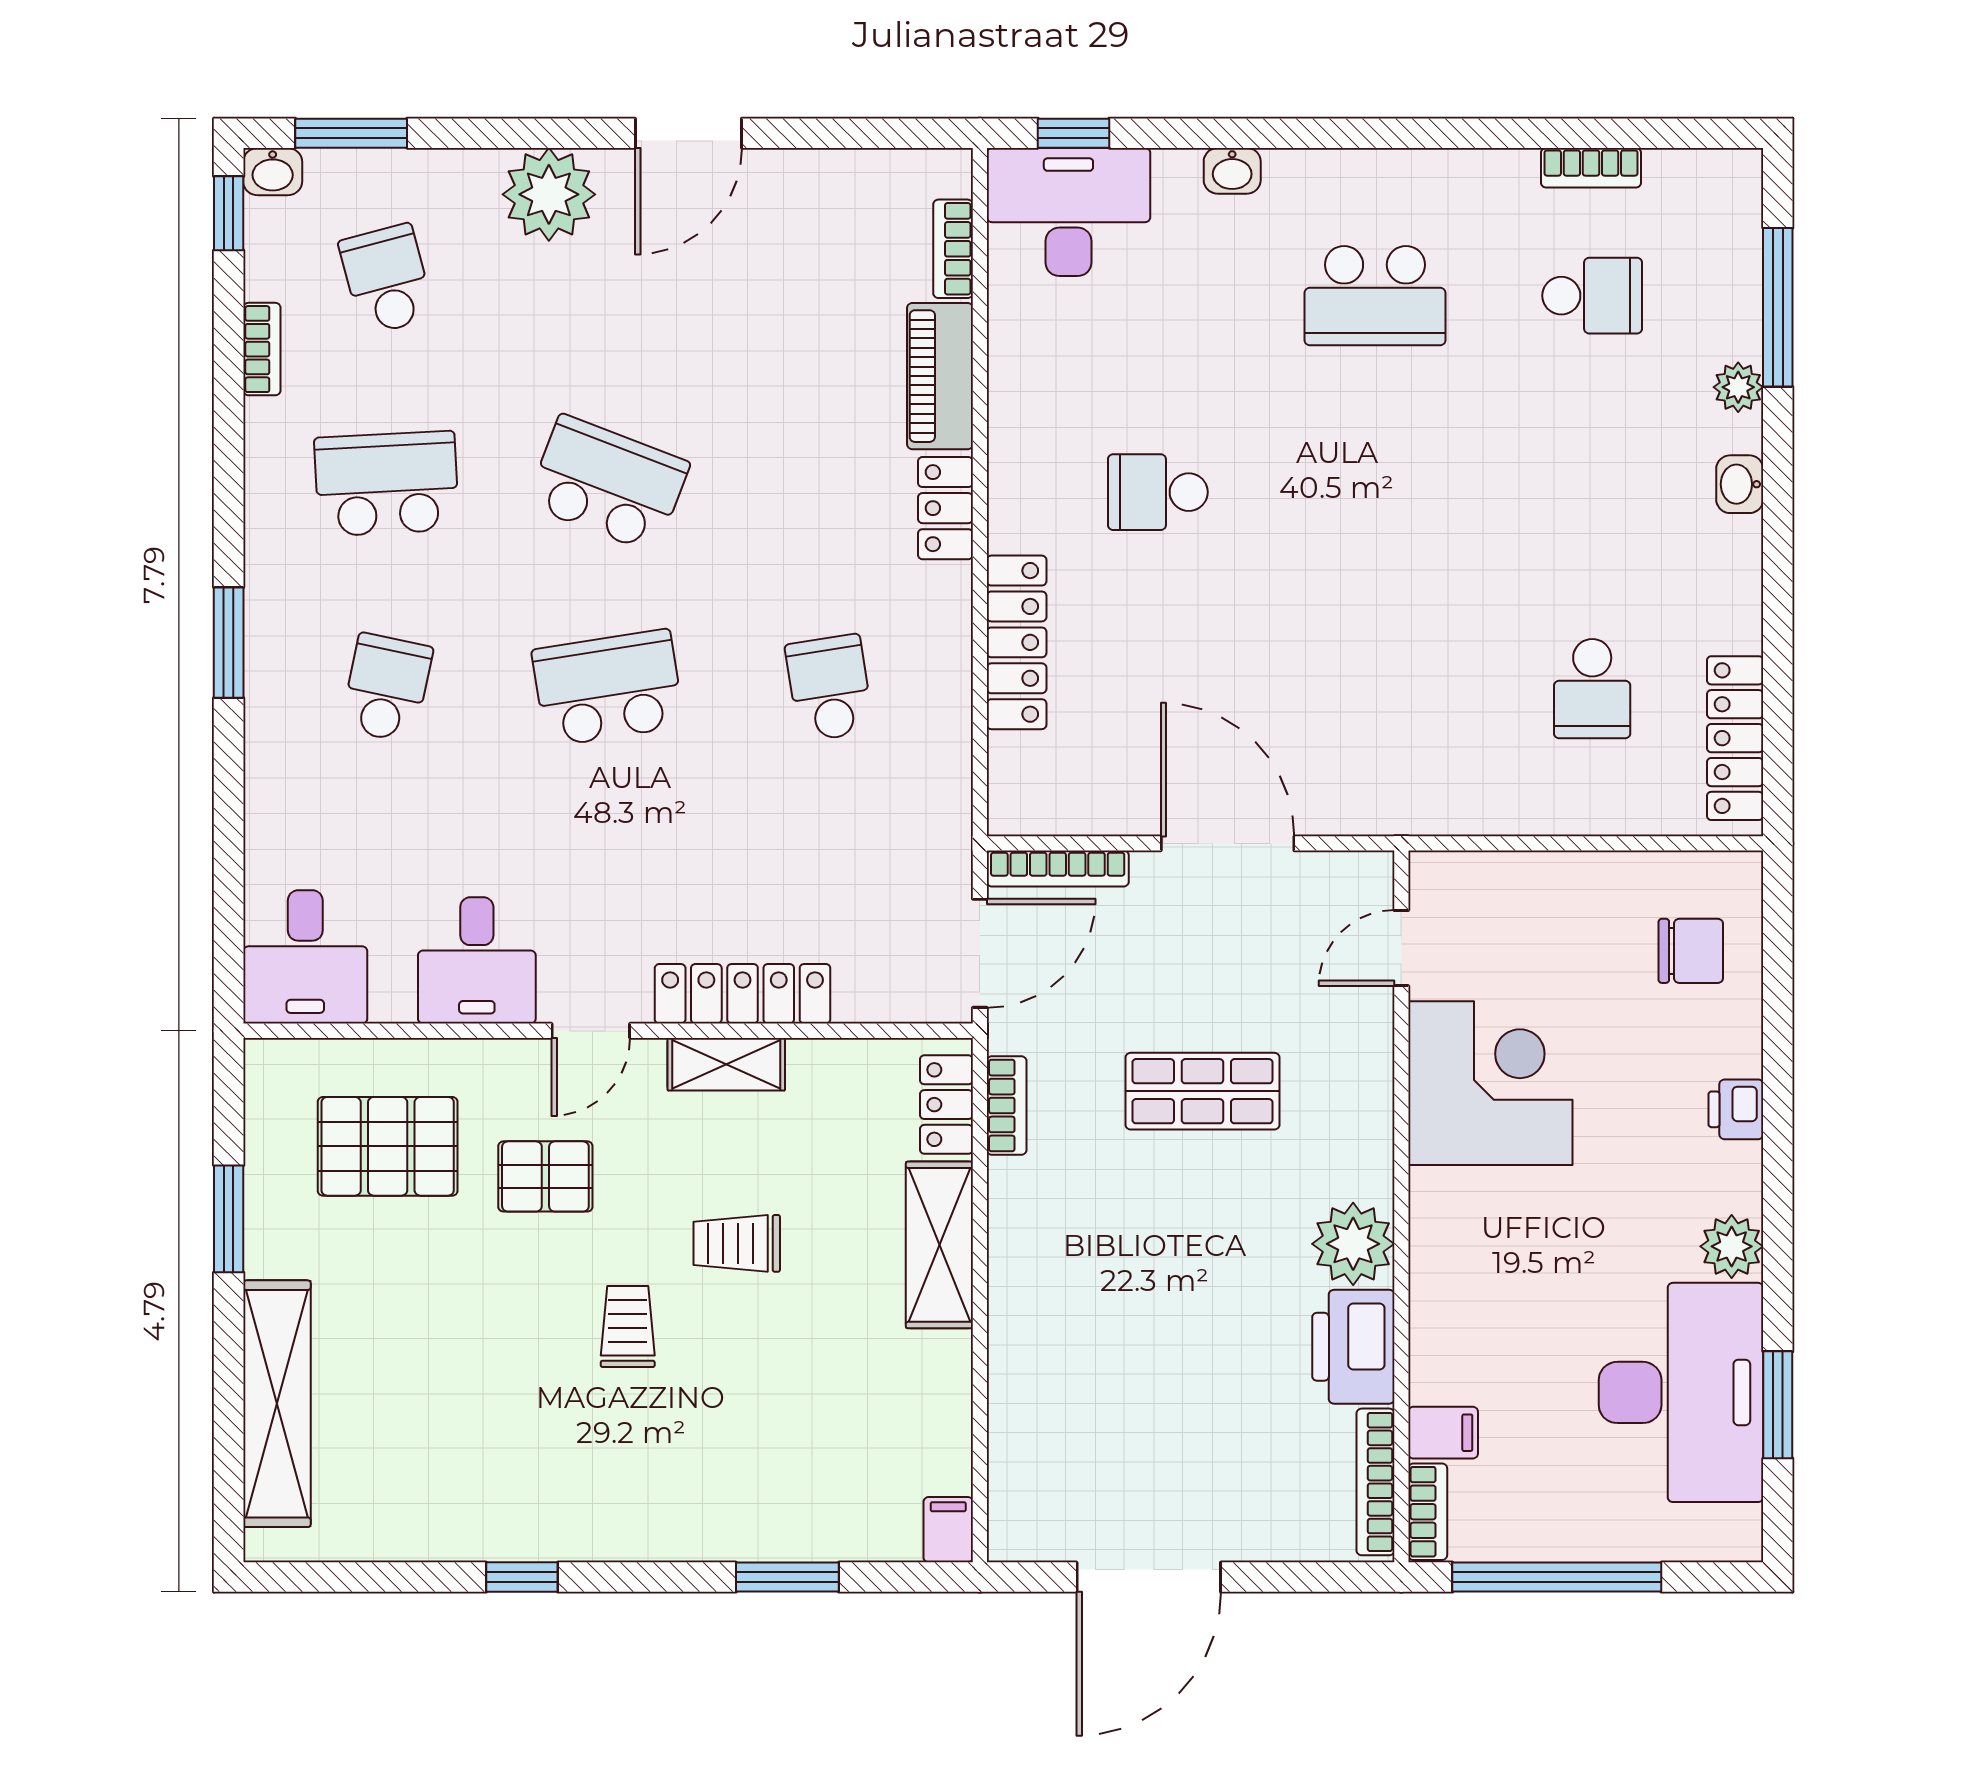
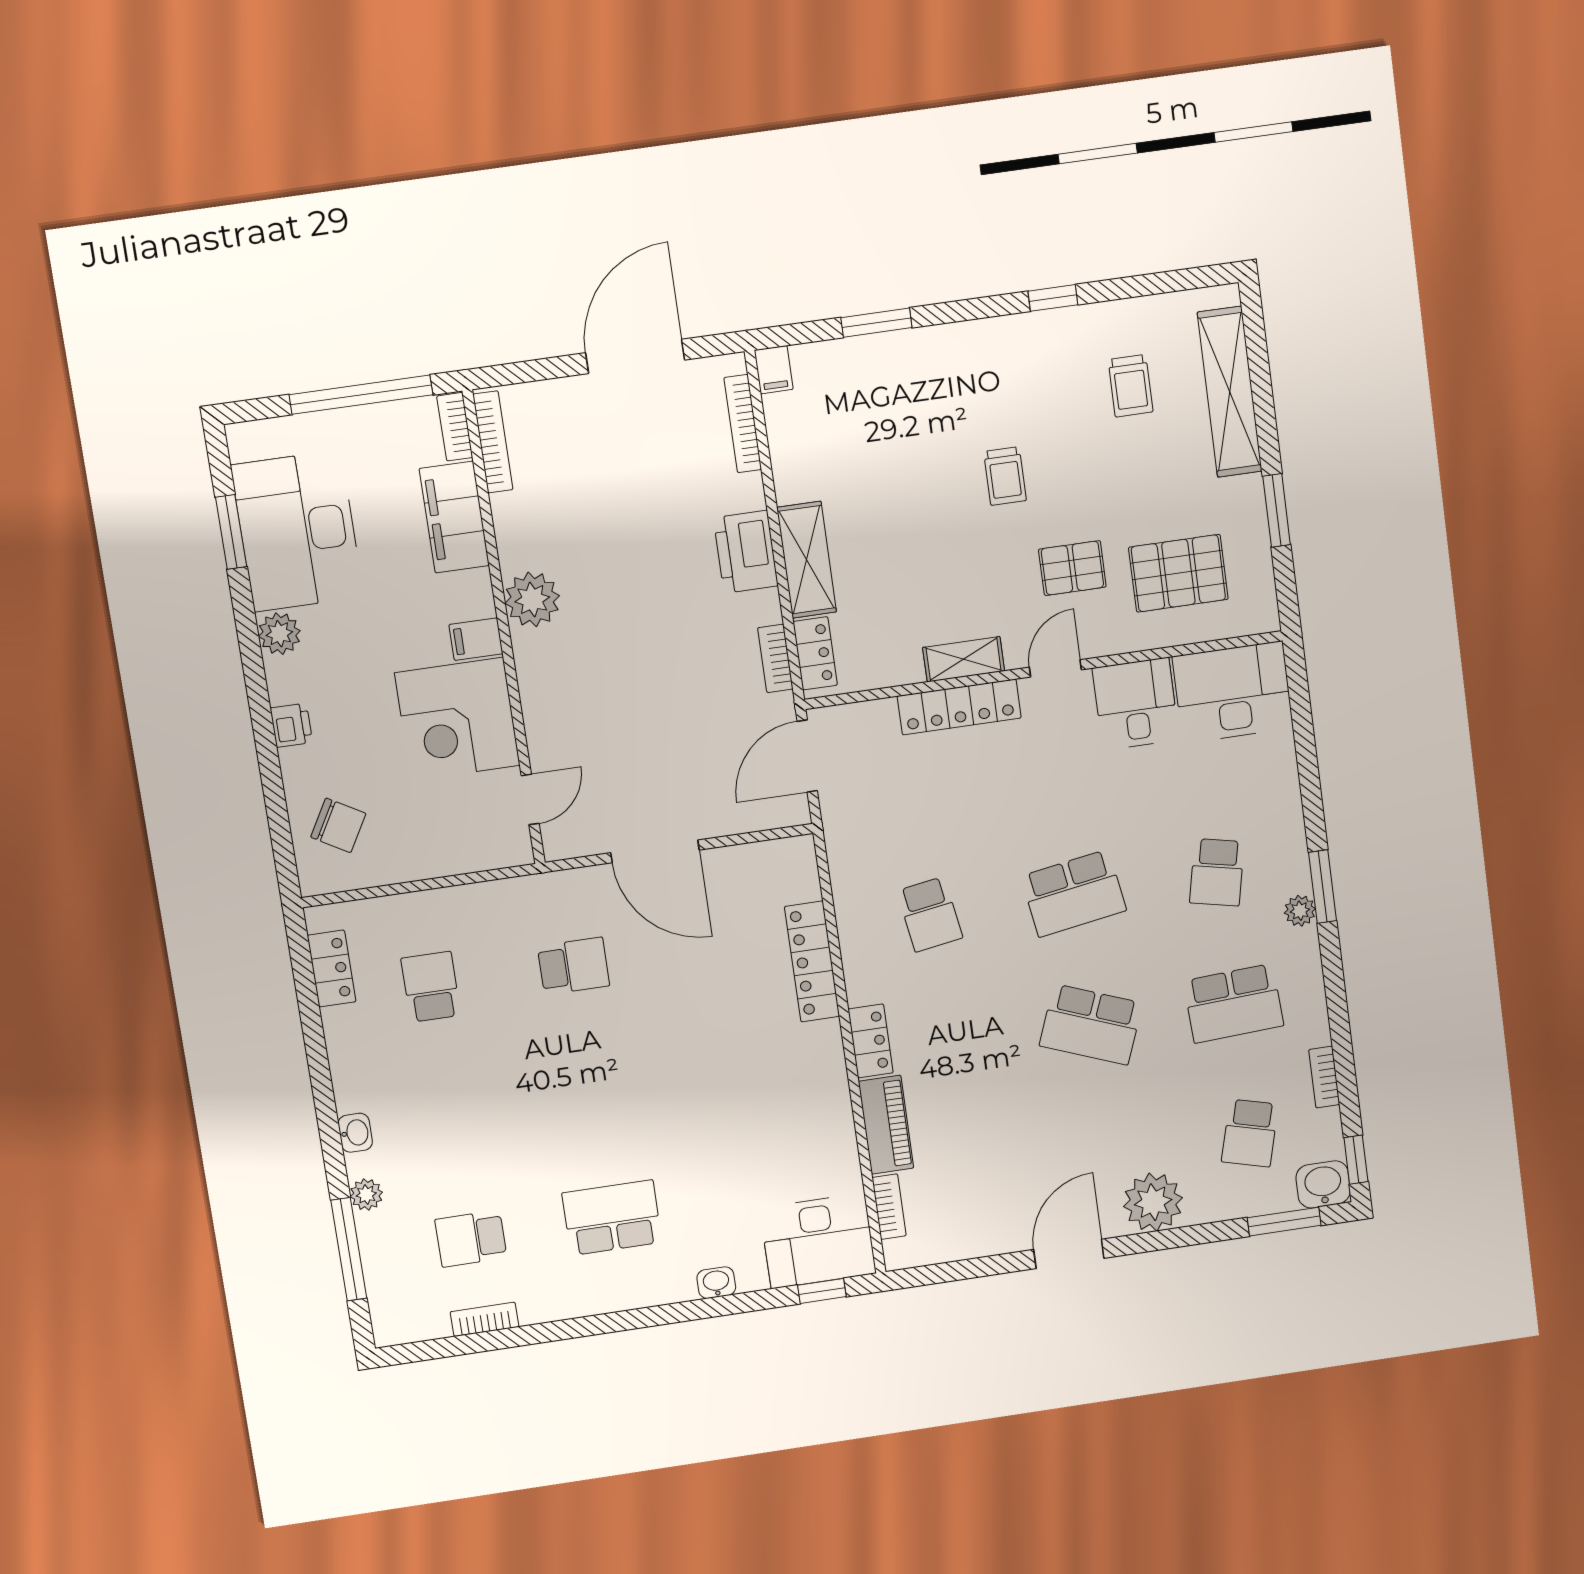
washbasin: (273, 172) -> (1323, 1184), width x1.38, depth x1.45
school desk: (387, 279) -> (1250, 1133), turned 30
school desk: (1158, 492) -> (573, 966), moved
plant: (268, 611) -> (1300, 911), added
locker: (1735, 738) -> (332, 968), width x0.66
bookcase: (1058, 869) -> (743, 424), moved, turned -90
chair: (1691, 951) -> (338, 825), turned -150
desk: (305, 957) -> (1233, 692), width x1.37
shop shelf: (1202, 1091) -> (647, 686), removed
filing cabinet: (1445, 1197) -> (476, 639), added
trolley: (737, 1243) -> (1131, 386), moved, turned 90
printer: (1353, 1347) -> (746, 552), moved, turned 180
filing cabinet: (1443, 1433) -> (454, 517), width x3.00, depth x1.17

